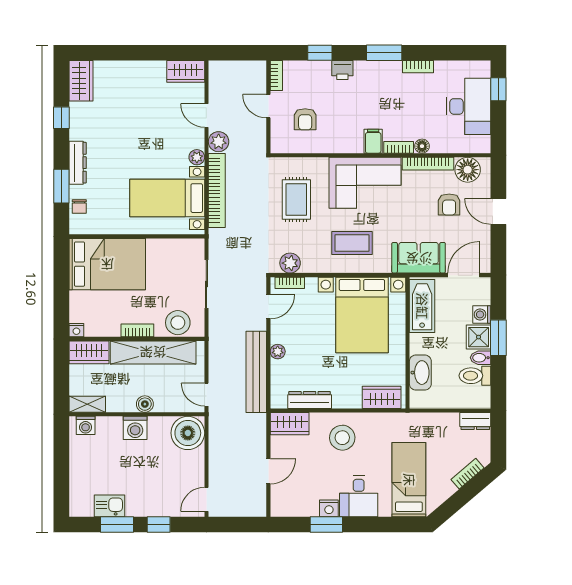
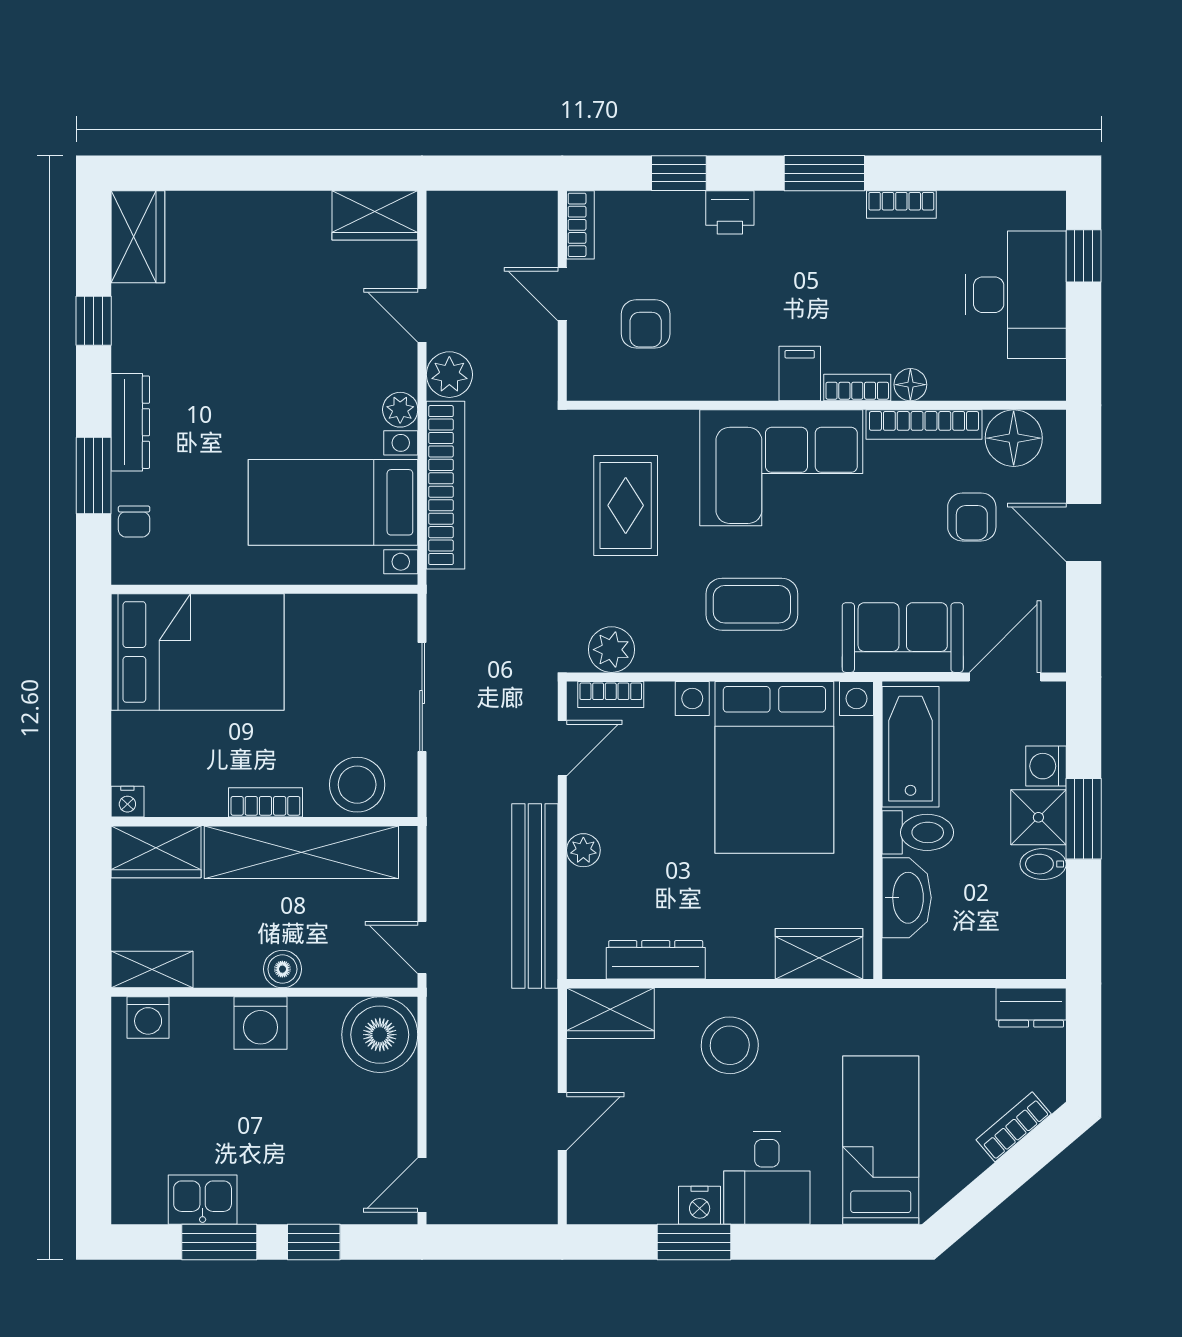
toilet: (475, 376) -> (918, 832), moved, turned 180

